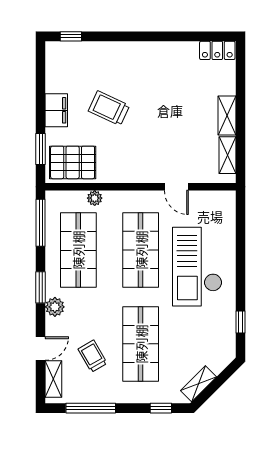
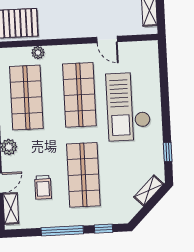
trolley: (93, 356) -> (43, 187), turned -150
shelving: (198, 384) -> (149, 190), moved
window: (91, 408) -> (62, 231), moved

